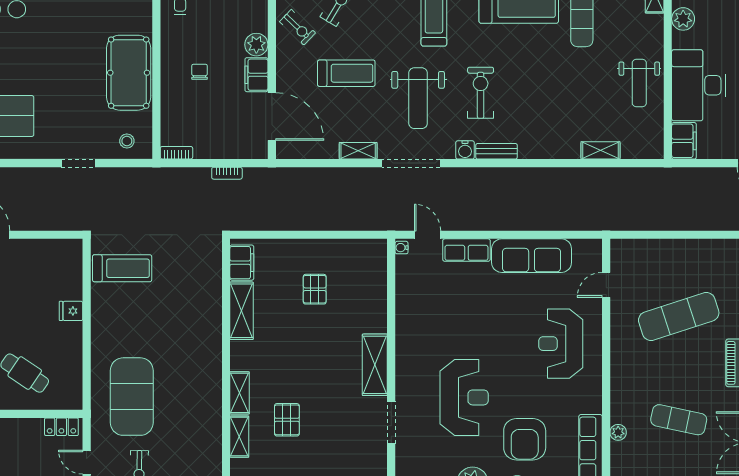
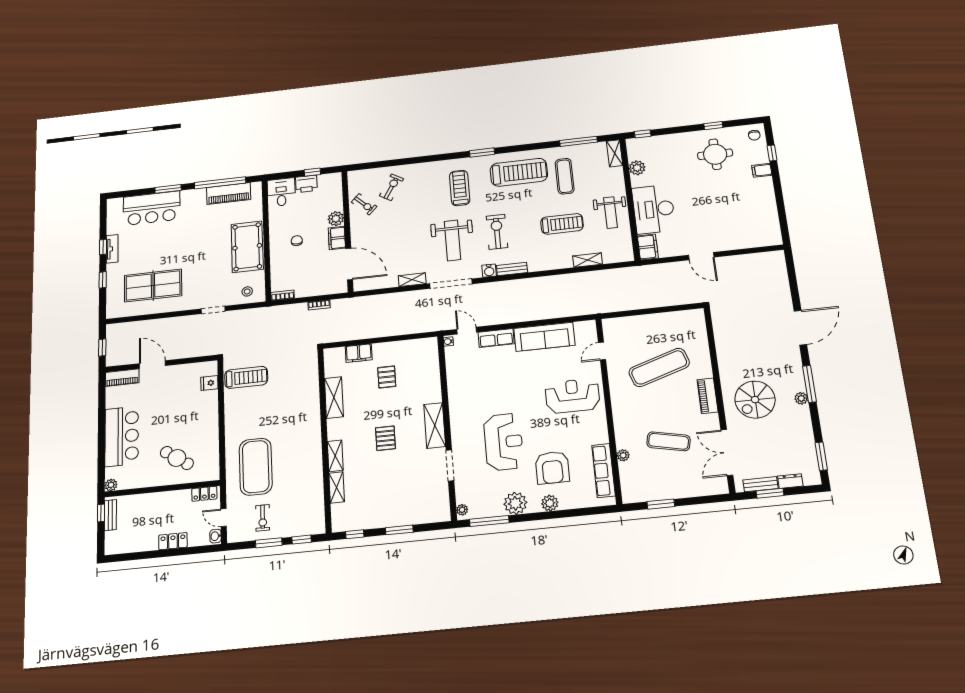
treadmill: (346, 73) -> (562, 224), moved
filing cabinet: (242, 263) -> (359, 353), moved, turned 90
fridge: (71, 311) -> (209, 383), moved
reception desk: (561, 344) -> (572, 396), turned 90
pallet: (287, 420) -> (385, 438), moved

